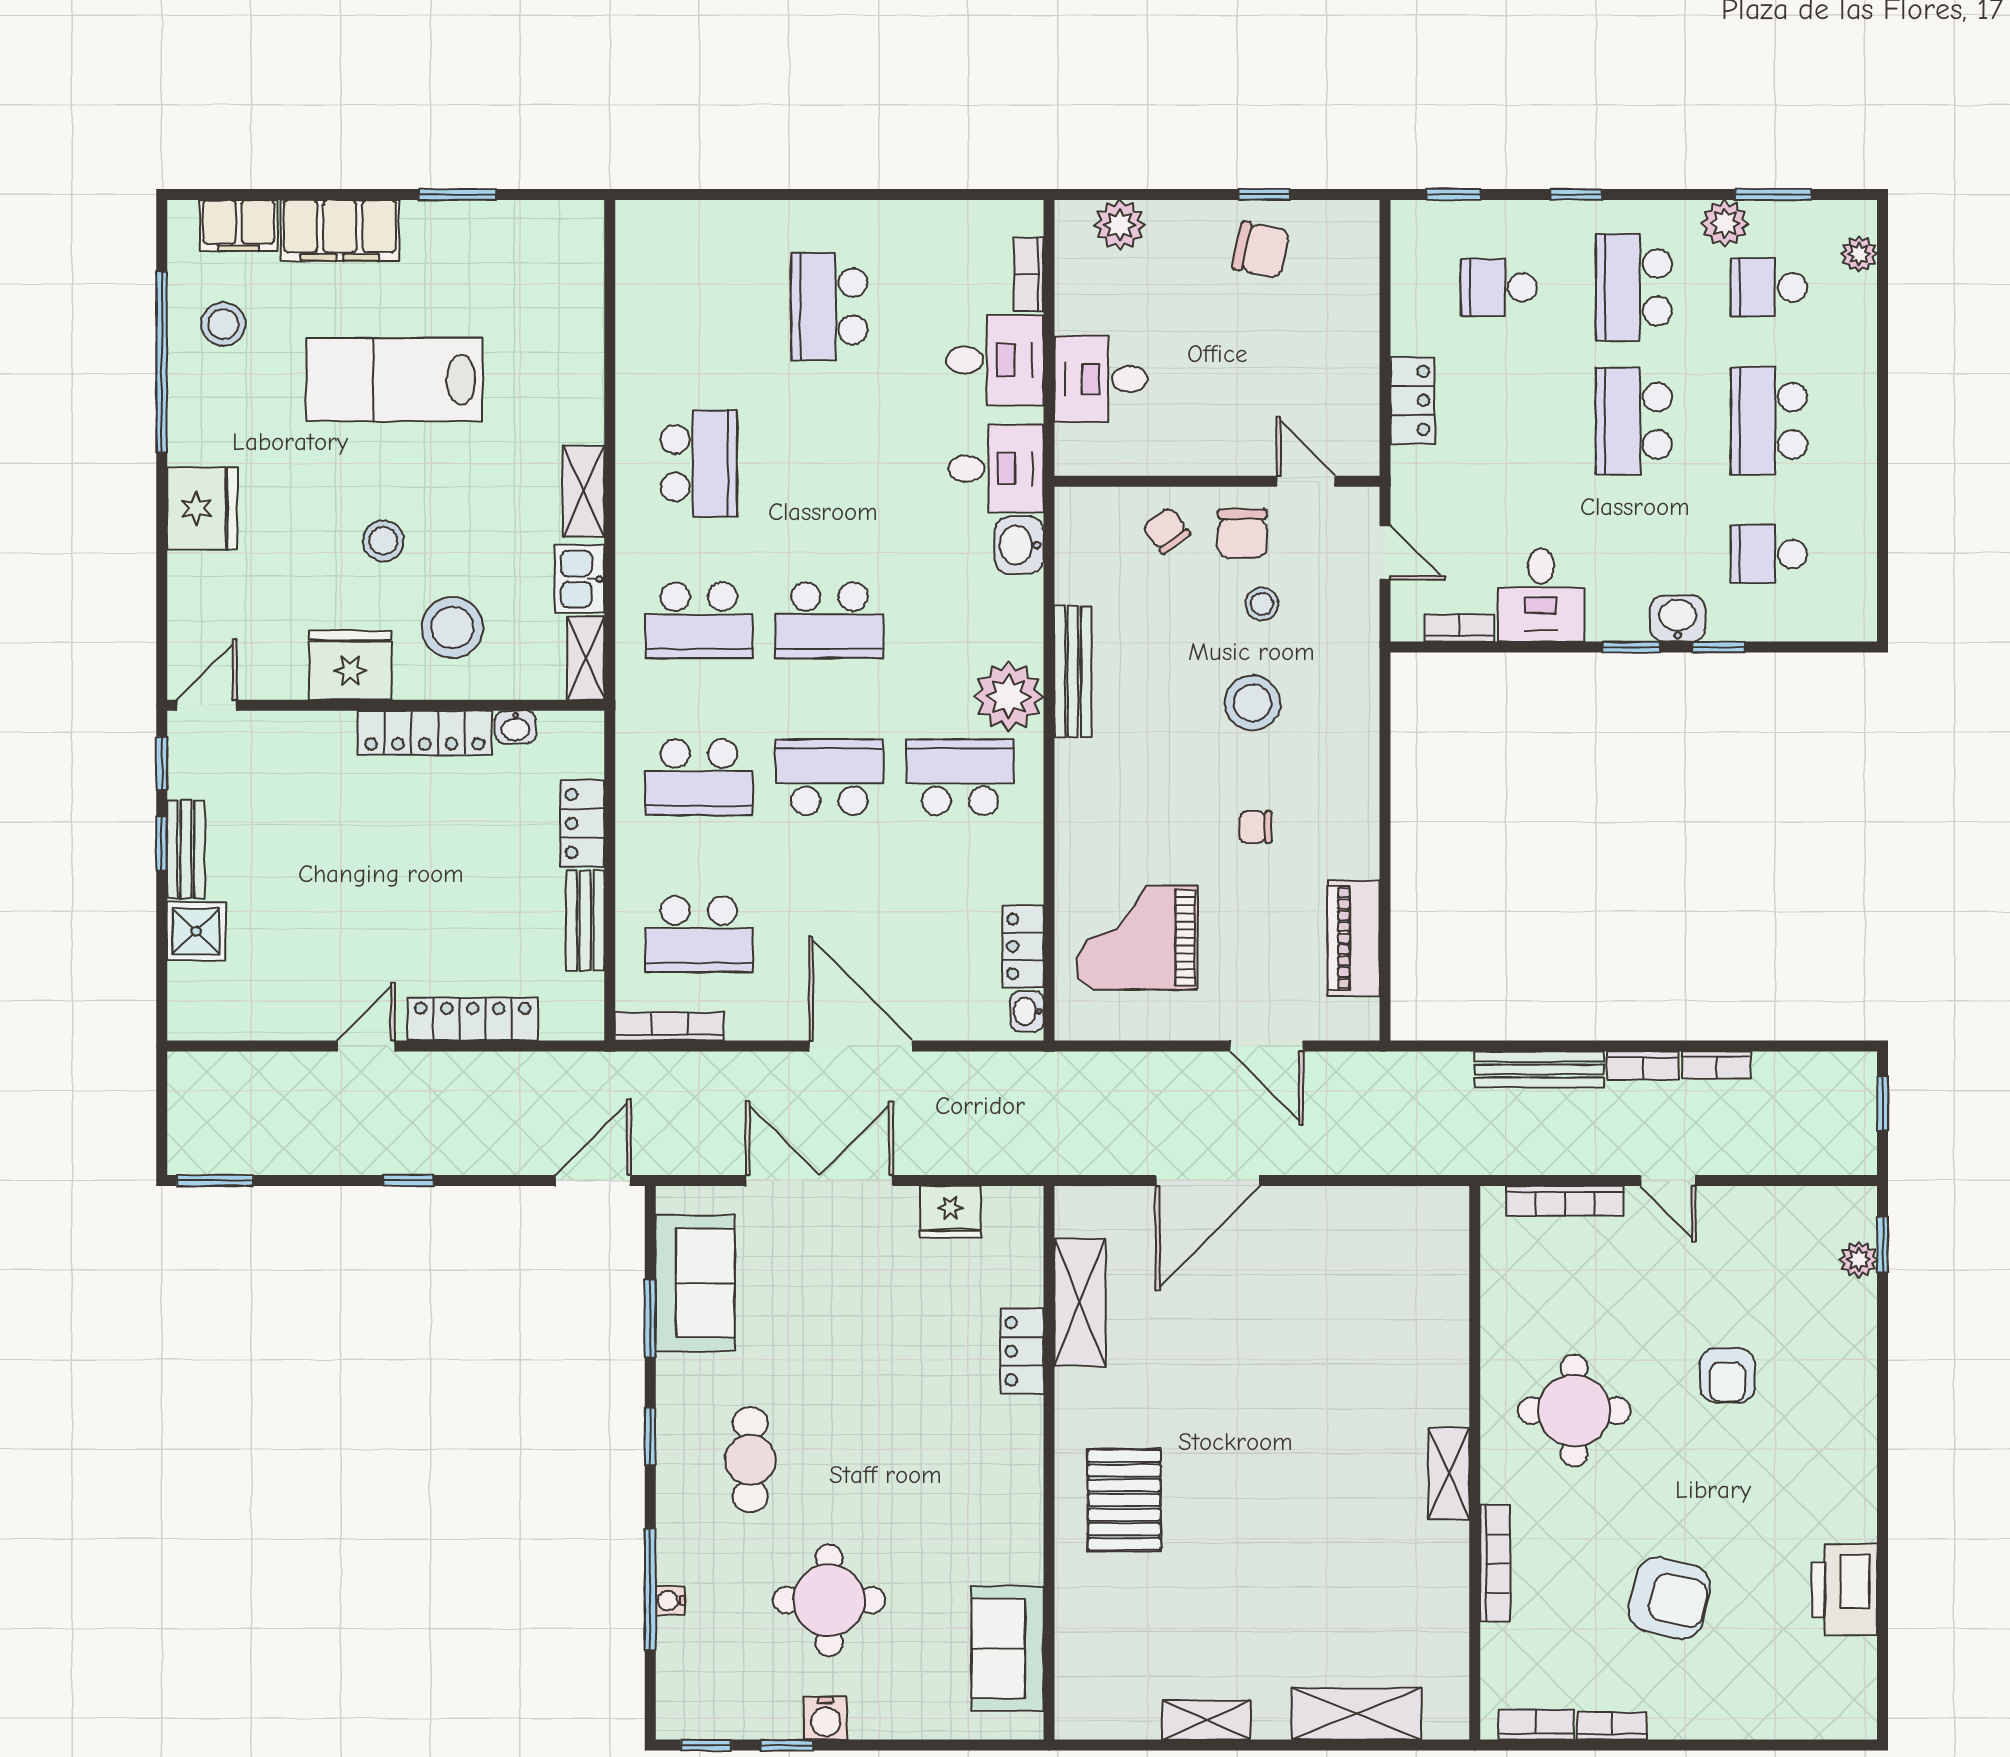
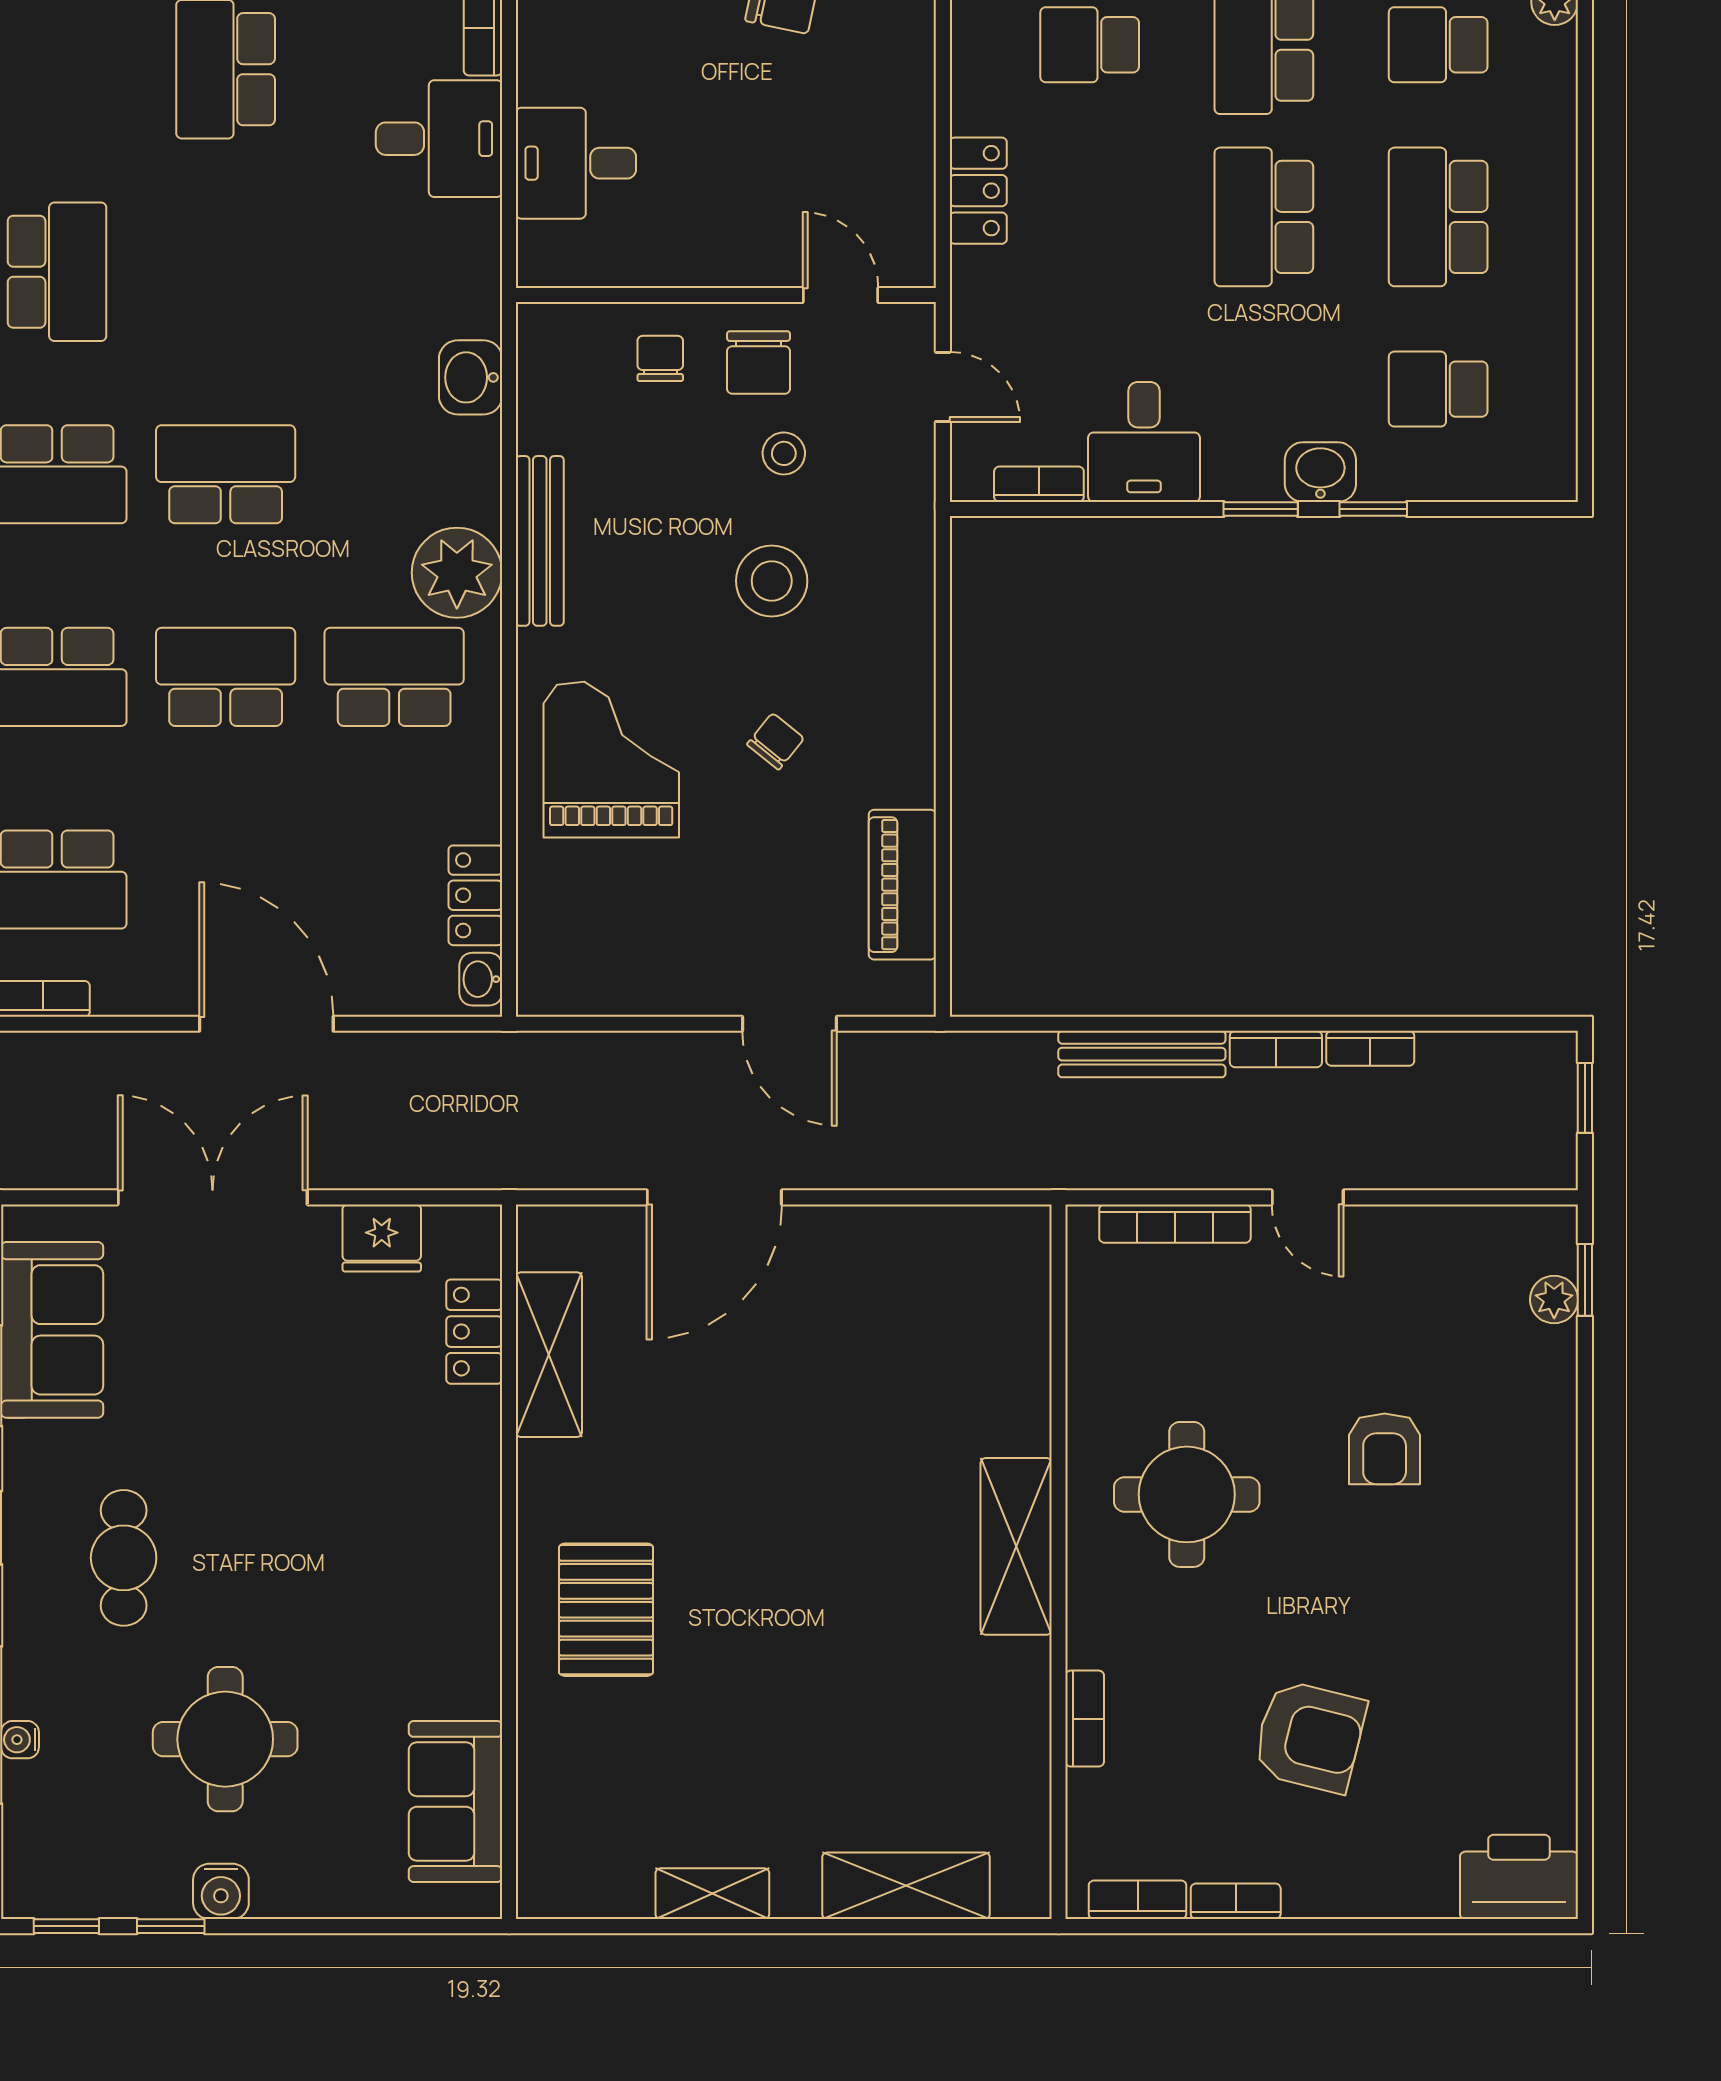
desk: (996, 469) -> (441, 279), removed
chair: (1166, 530) -> (660, 358), turned 37
school desk: (829, 620) -> (226, 474), turned 180
chair: (1255, 827) -> (775, 741), turned 129
grand piano: (1137, 937) -> (611, 760), moved, turned 90
locker: (1022, 1351) -> (474, 1332), moved
shelving: (1449, 1474) -> (1016, 1546), width x1.50, depth x1.33
bookcase: (1495, 1563) -> (1085, 1719), width x0.64
printer: (1844, 1590) -> (1519, 1877), moved, turned 90

